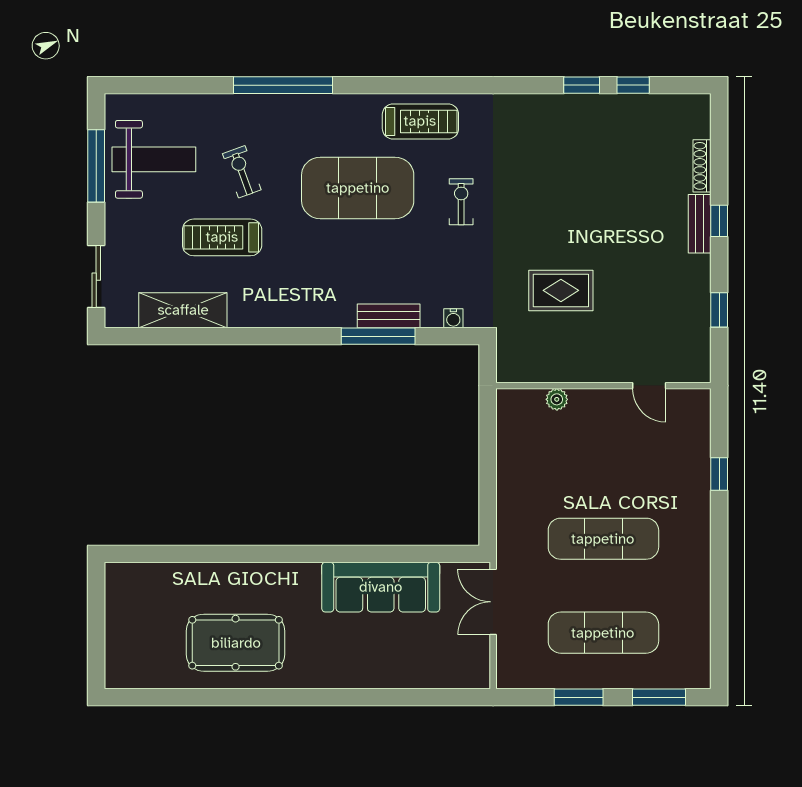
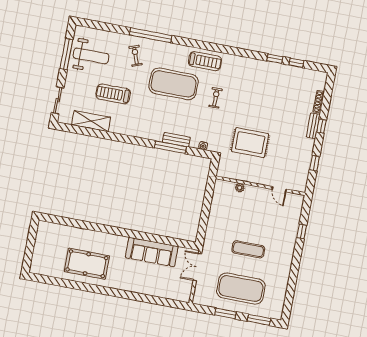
exercise bike: (242, 172) -> (136, 56), moved
rug: (561, 290) -> (250, 143), width x1.36, depth x1.43
exercise mat: (603, 539) -> (248, 249), width x0.73, depth x0.69
exercise mat: (603, 633) -> (241, 289), width x1.47

